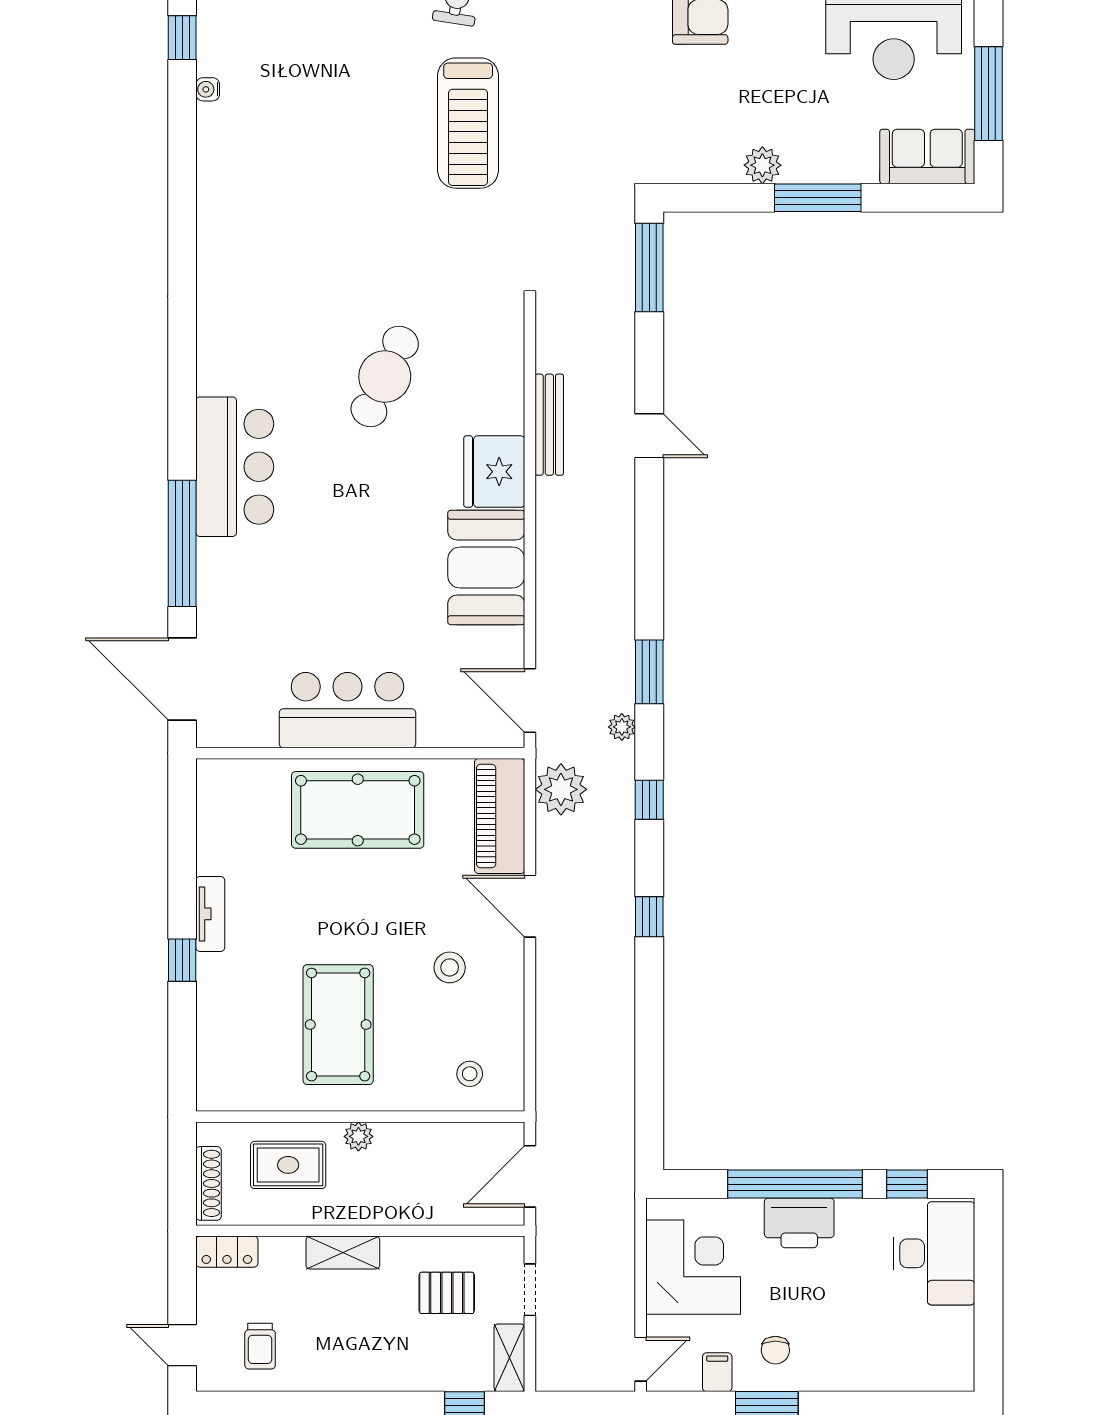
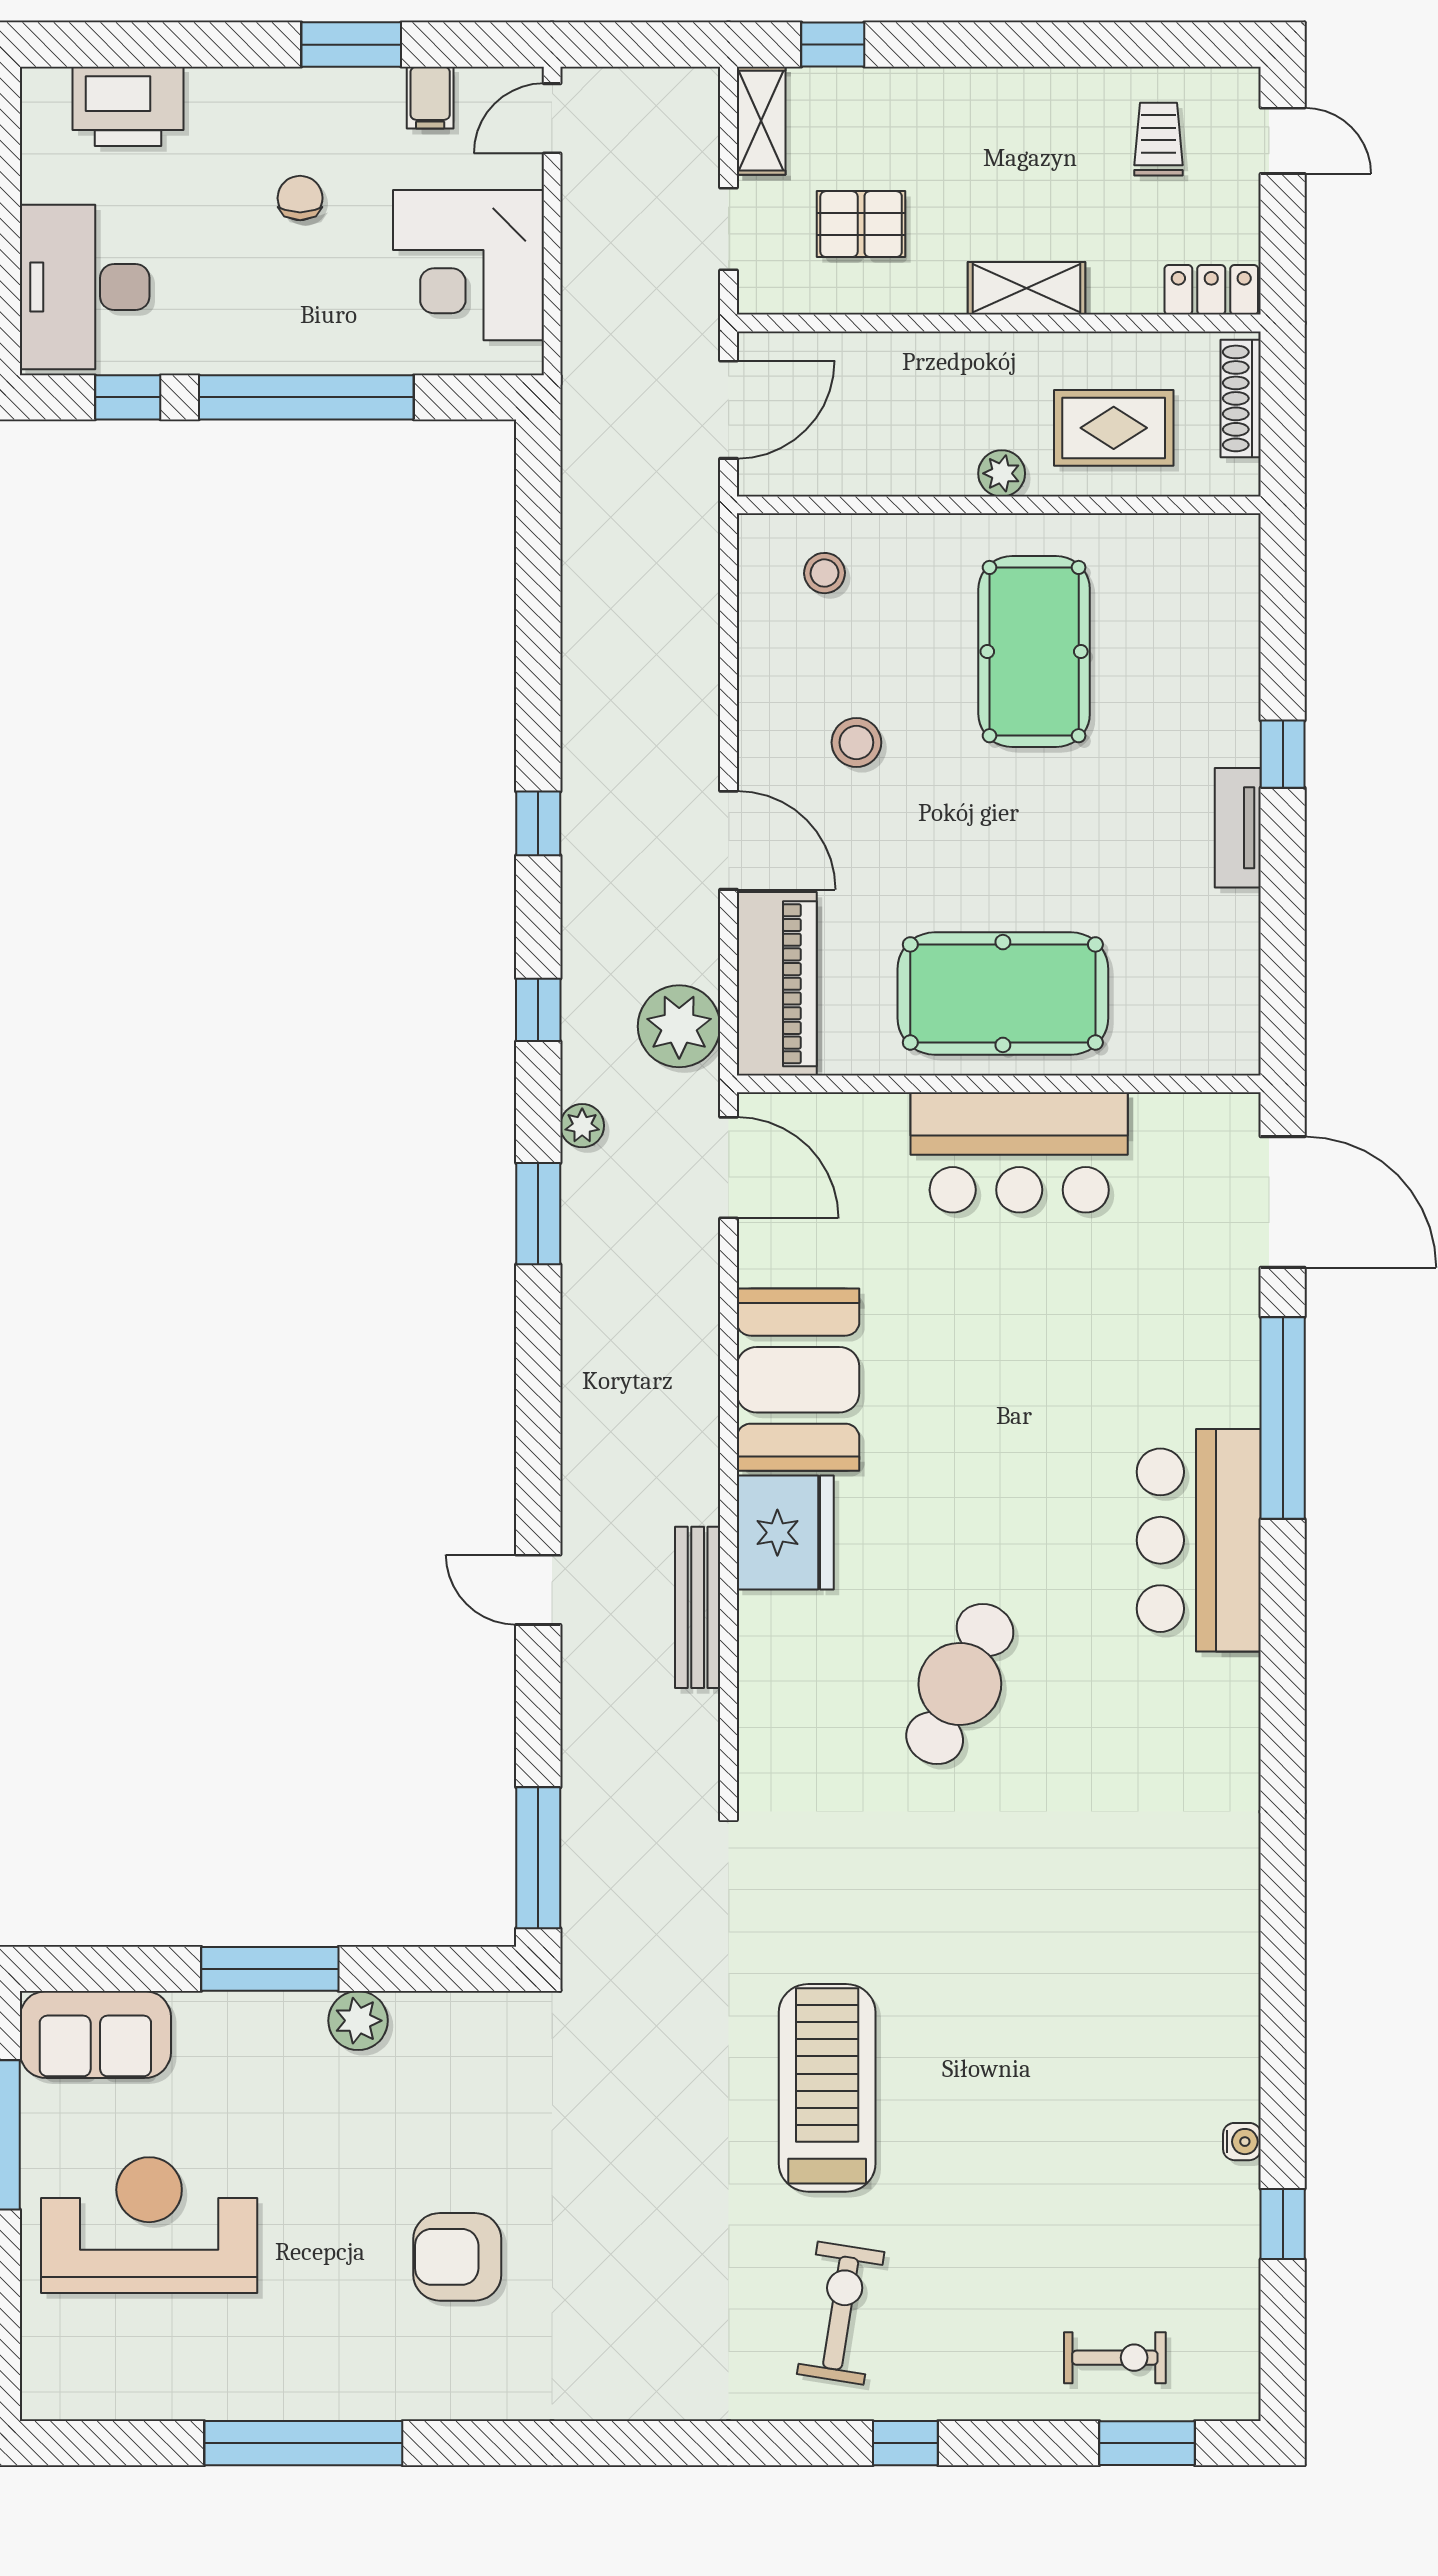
printer: (799, 1223) -> (128, 106), moved, turned 180
chair: (775, 1350) -> (300, 198), moved

